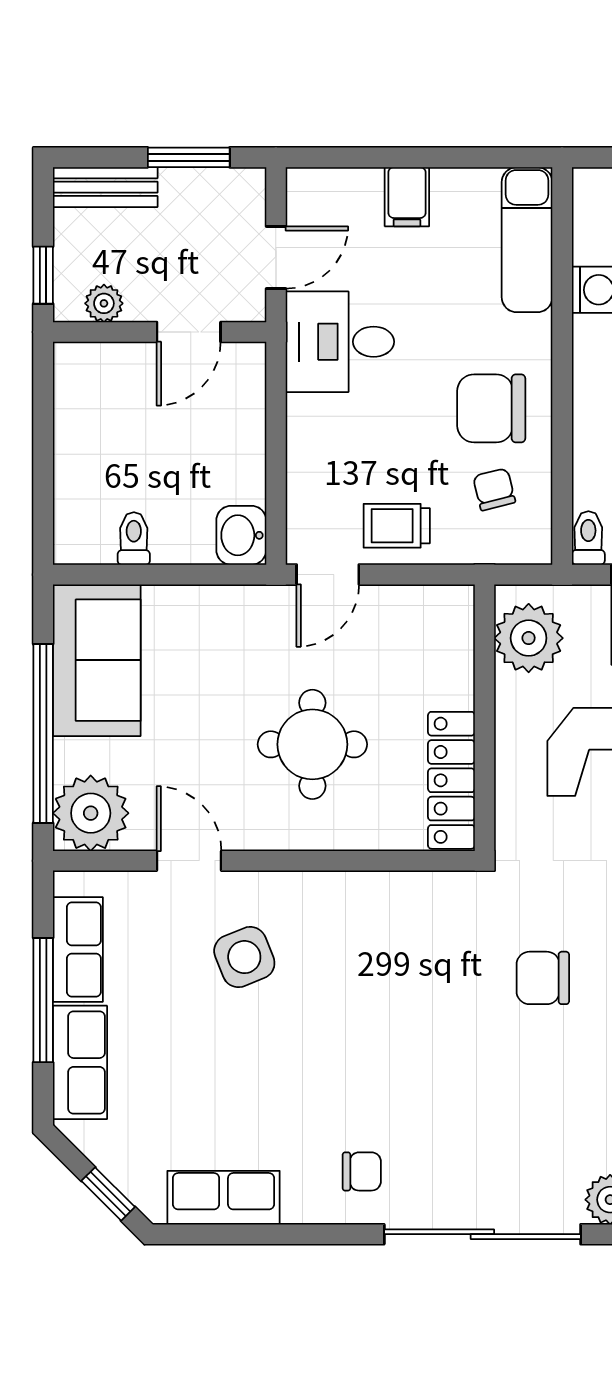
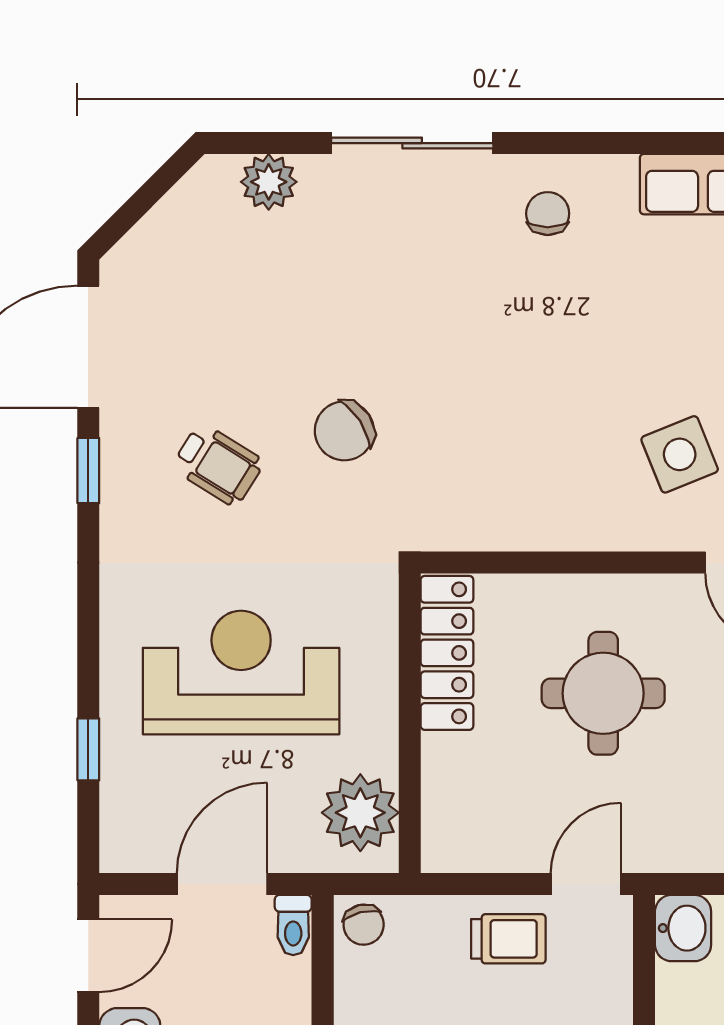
chair: (494, 489) -> (364, 925), moved
chair: (543, 978) -> (344, 431), turned 147
chair: (362, 1171) -> (548, 214), turned 90
sliding door: (482, 1234) -> (412, 143), width x0.73

